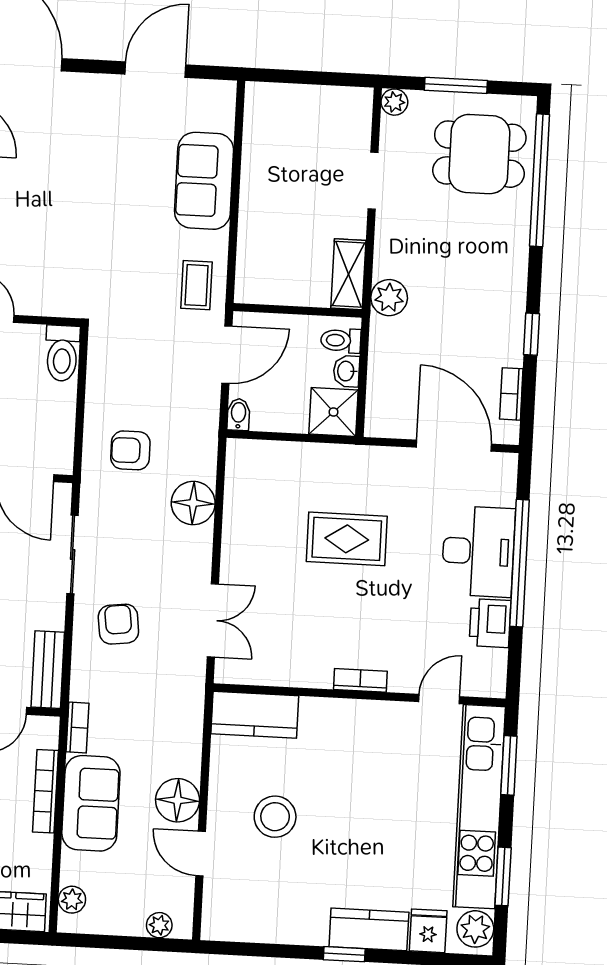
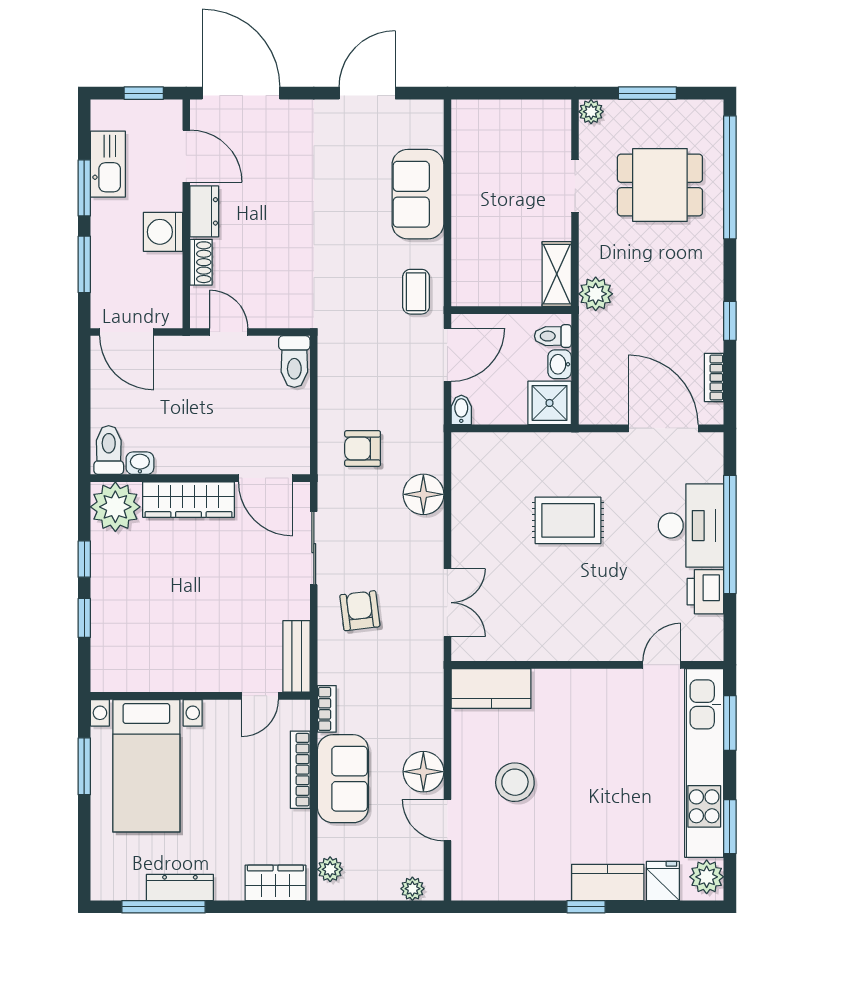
dining table: (479, 154) -> (660, 185), moved
bookcase: (360, 680) -> (588, 651), removed

